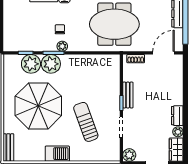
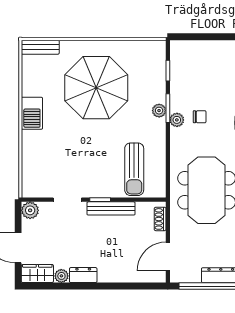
door: (163, 53) -> (168, 256), swing flipped
plant: (31, 64) -> (153, 78), removed
plant: (51, 64) -> (159, 111), width x0.53, depth x0.53
bench: (128, 95) -> (111, 208), width x1.36
sun lounger: (86, 122) -> (134, 169), moved, turned 110

